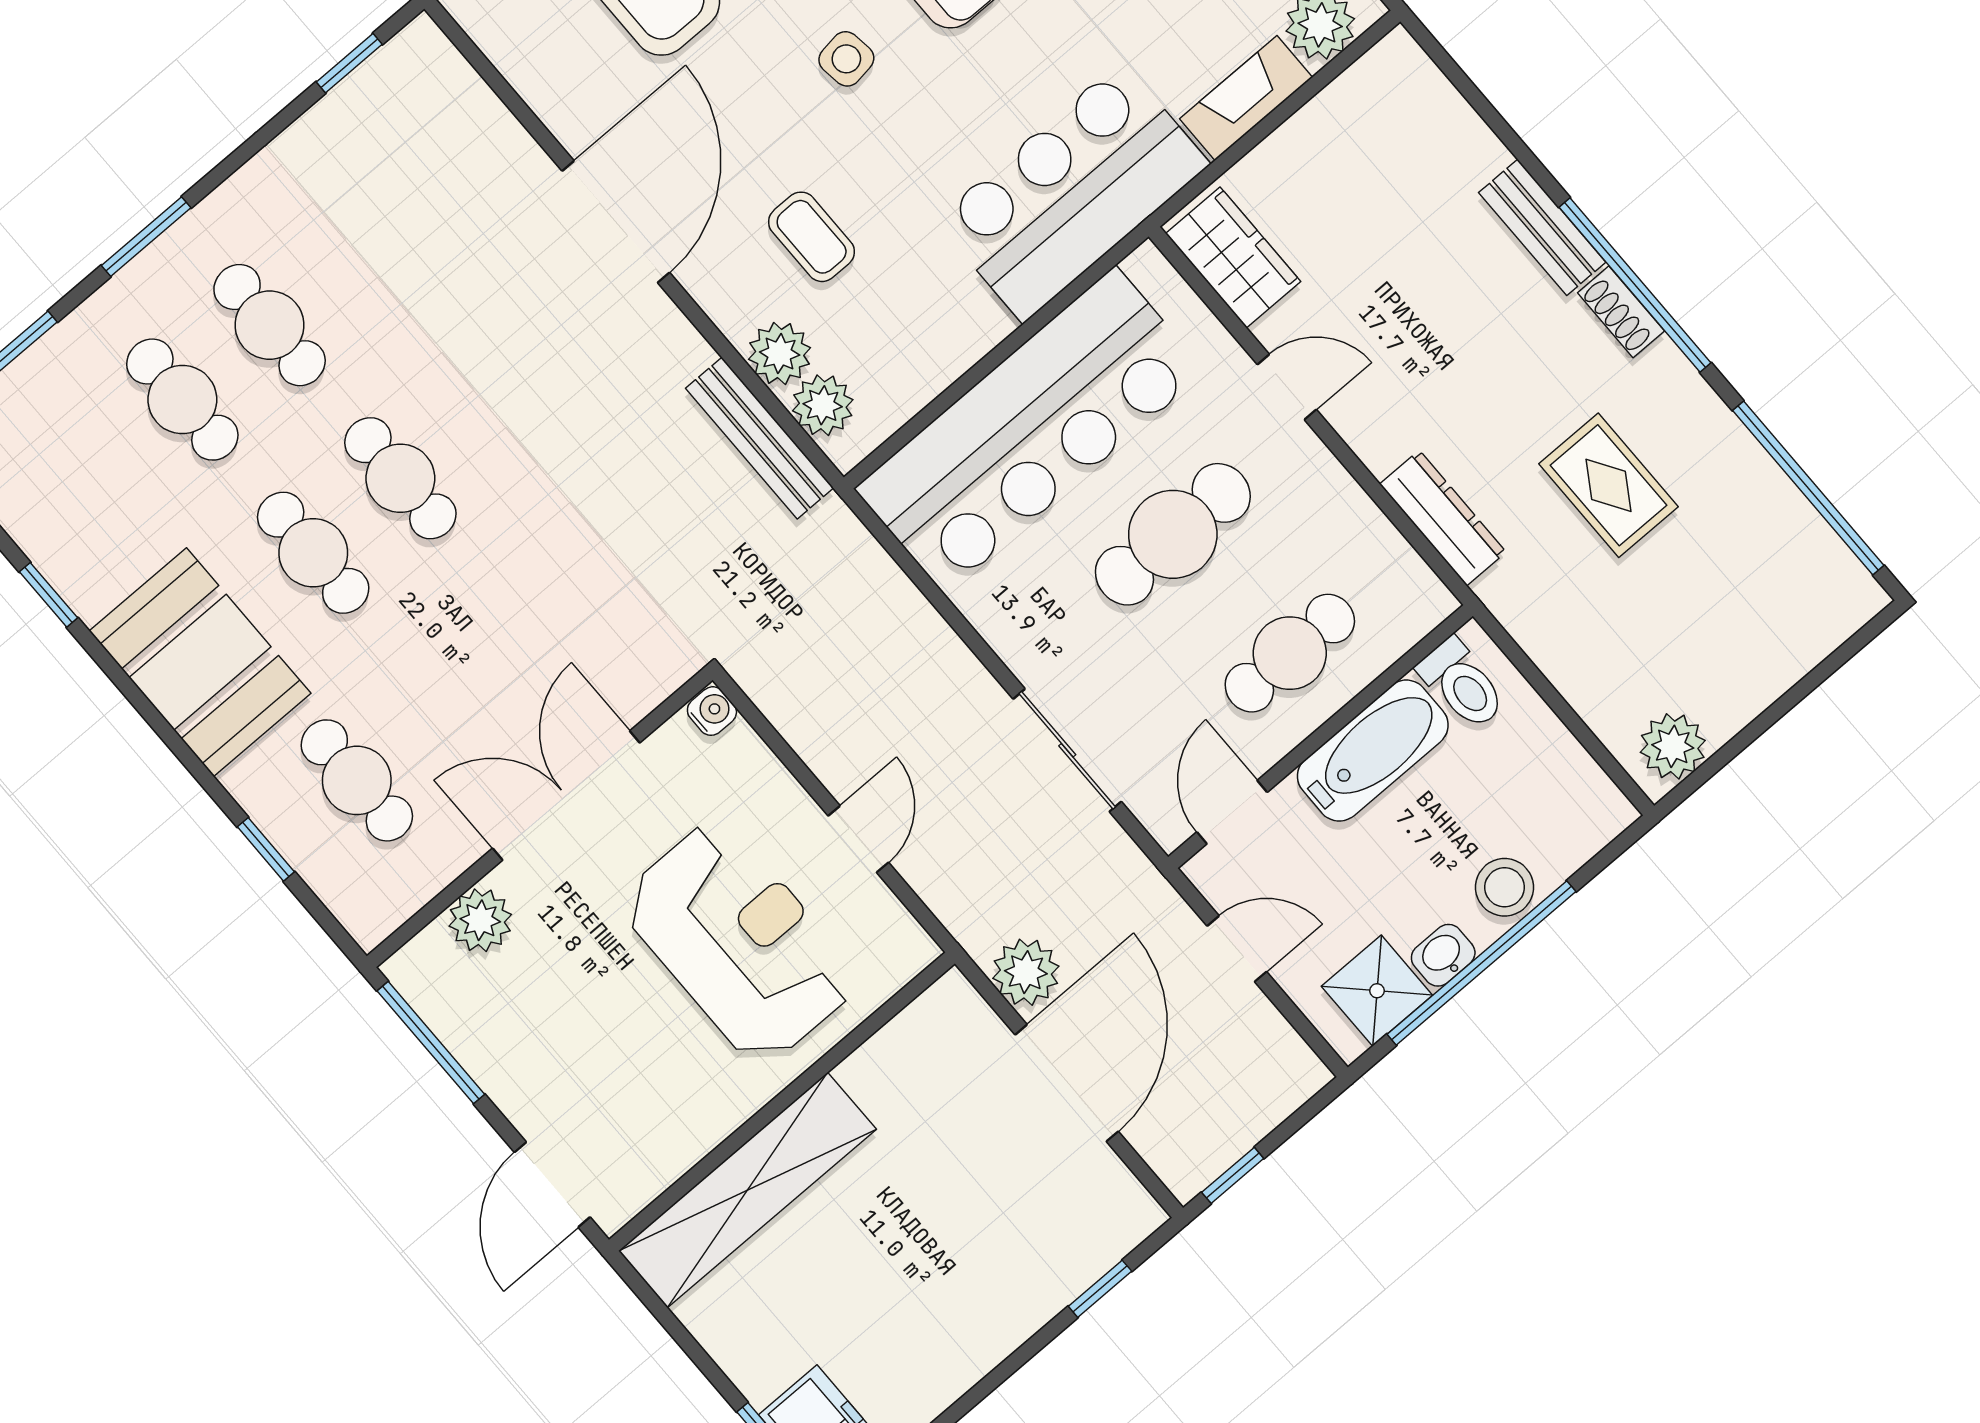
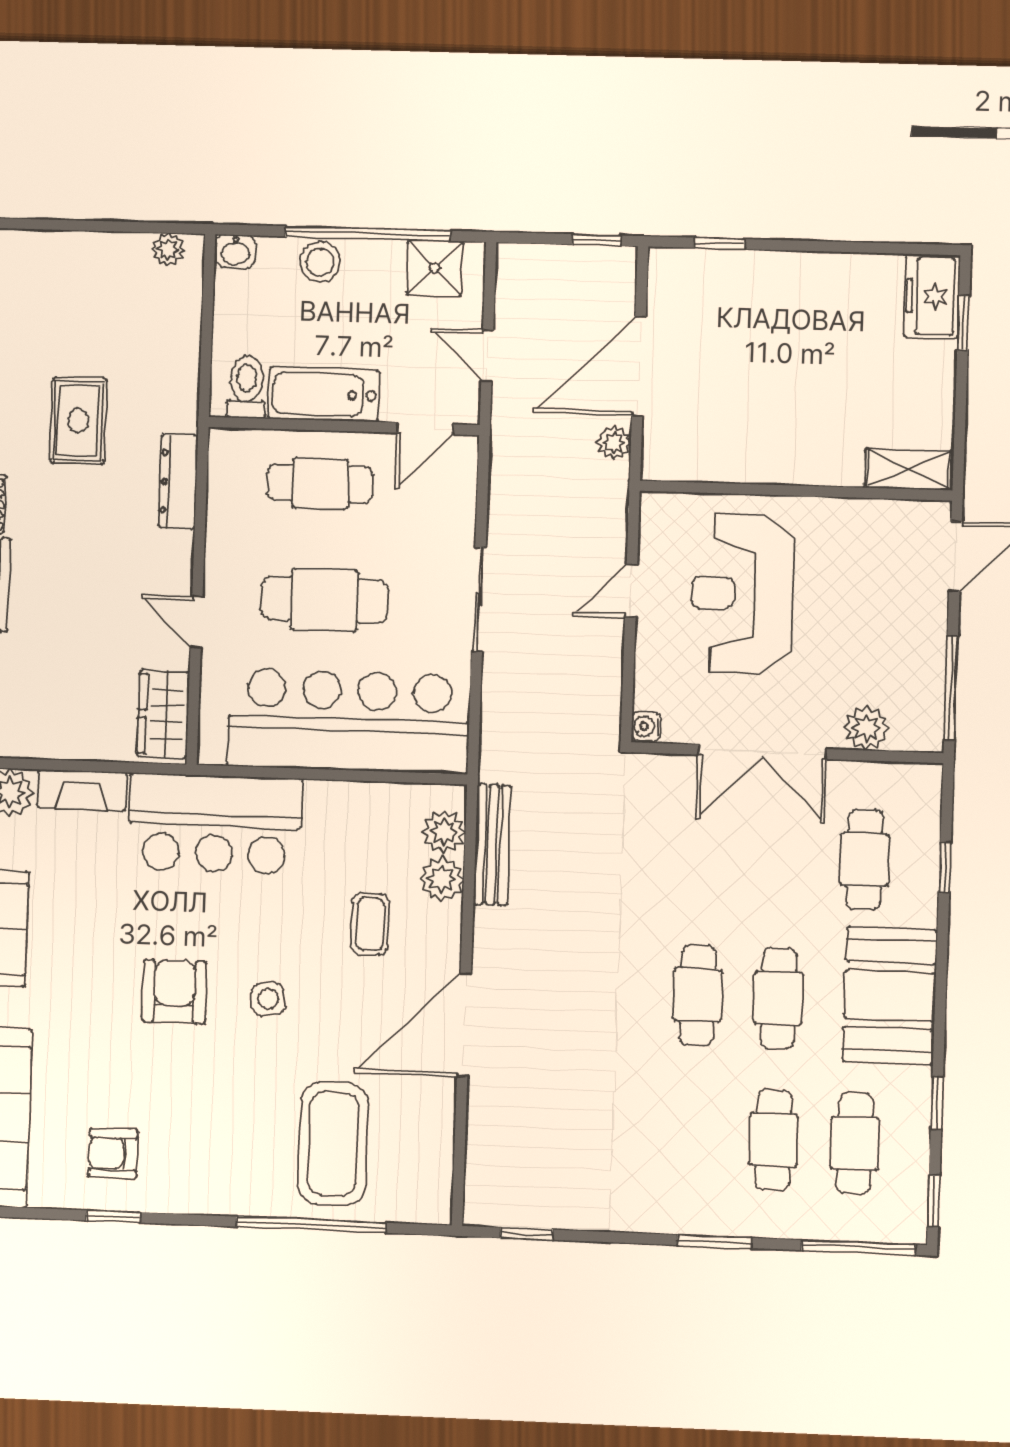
cafe table: (270, 325) -> (855, 1143), moved
plant: (1673, 746) -> (168, 250), width x0.73, depth x0.73
sliding door: (1067, 750) -> (479, 599), moved
washbasin: (1443, 955) -> (236, 251), moved
plant: (1026, 972) -> (614, 443), width x0.73, depth x0.73
shelving: (747, 1190) -> (909, 469), width x0.45, depth x0.75

